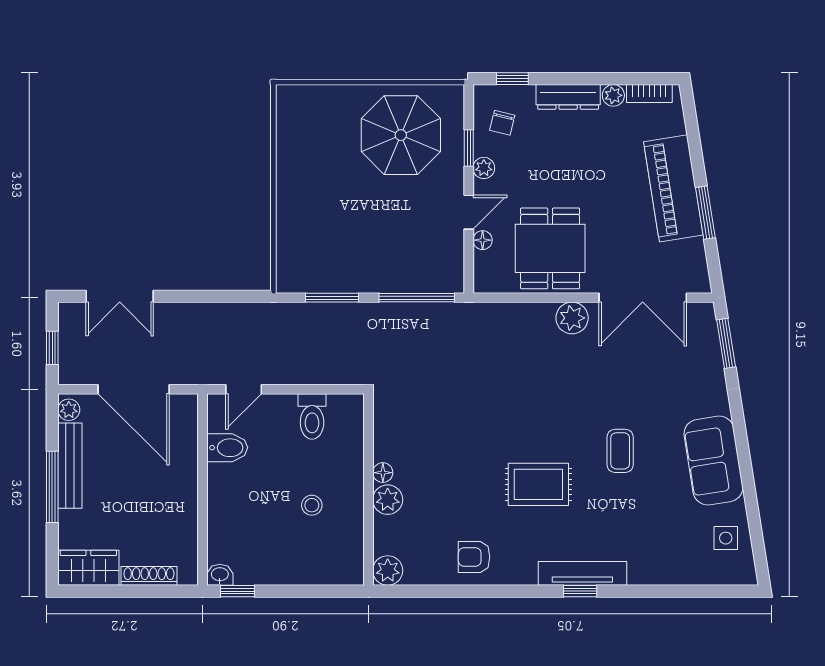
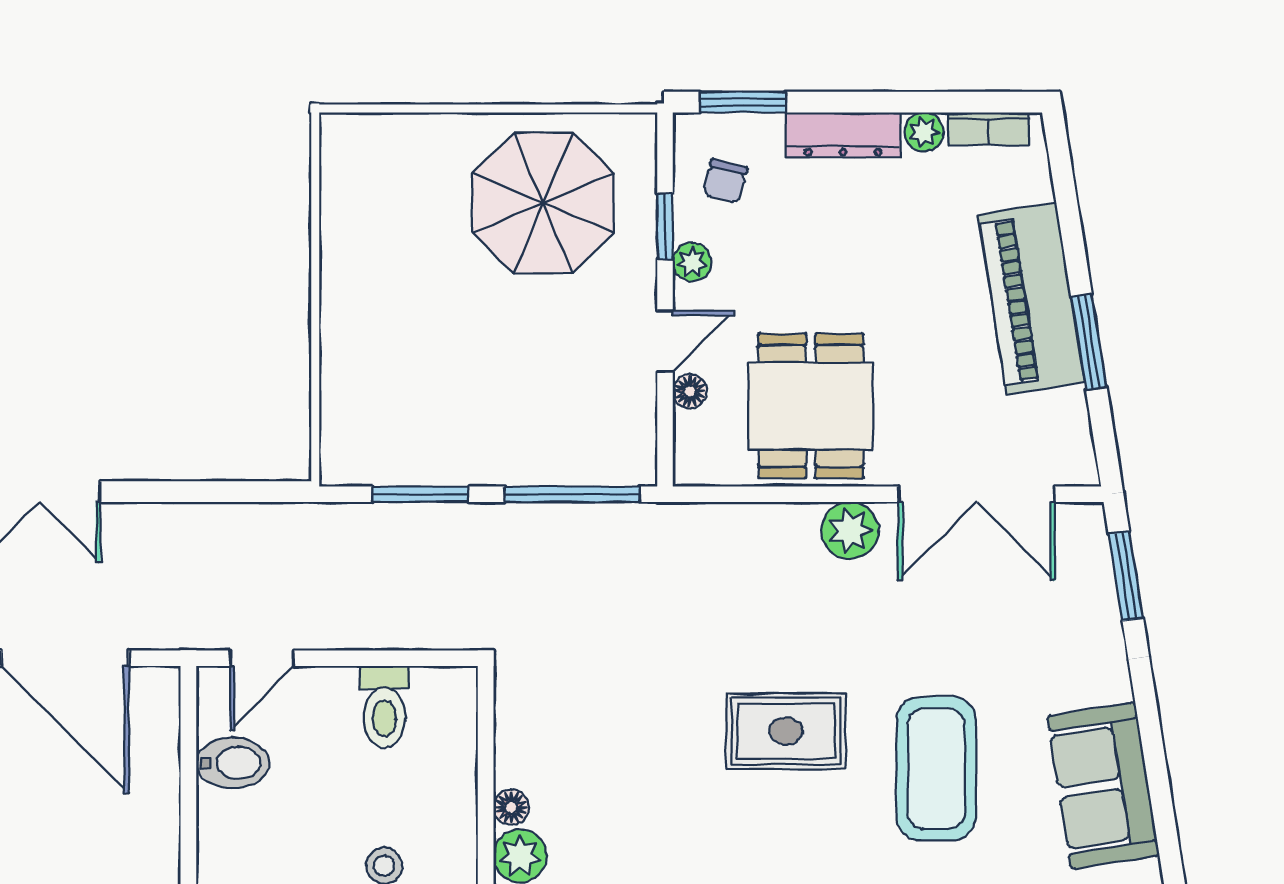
window: (512, 79) -> (743, 102), width x1.50
coffee table: (620, 451) -> (936, 769), width x1.86, depth x1.72
rug: (538, 484) -> (786, 731), moved

